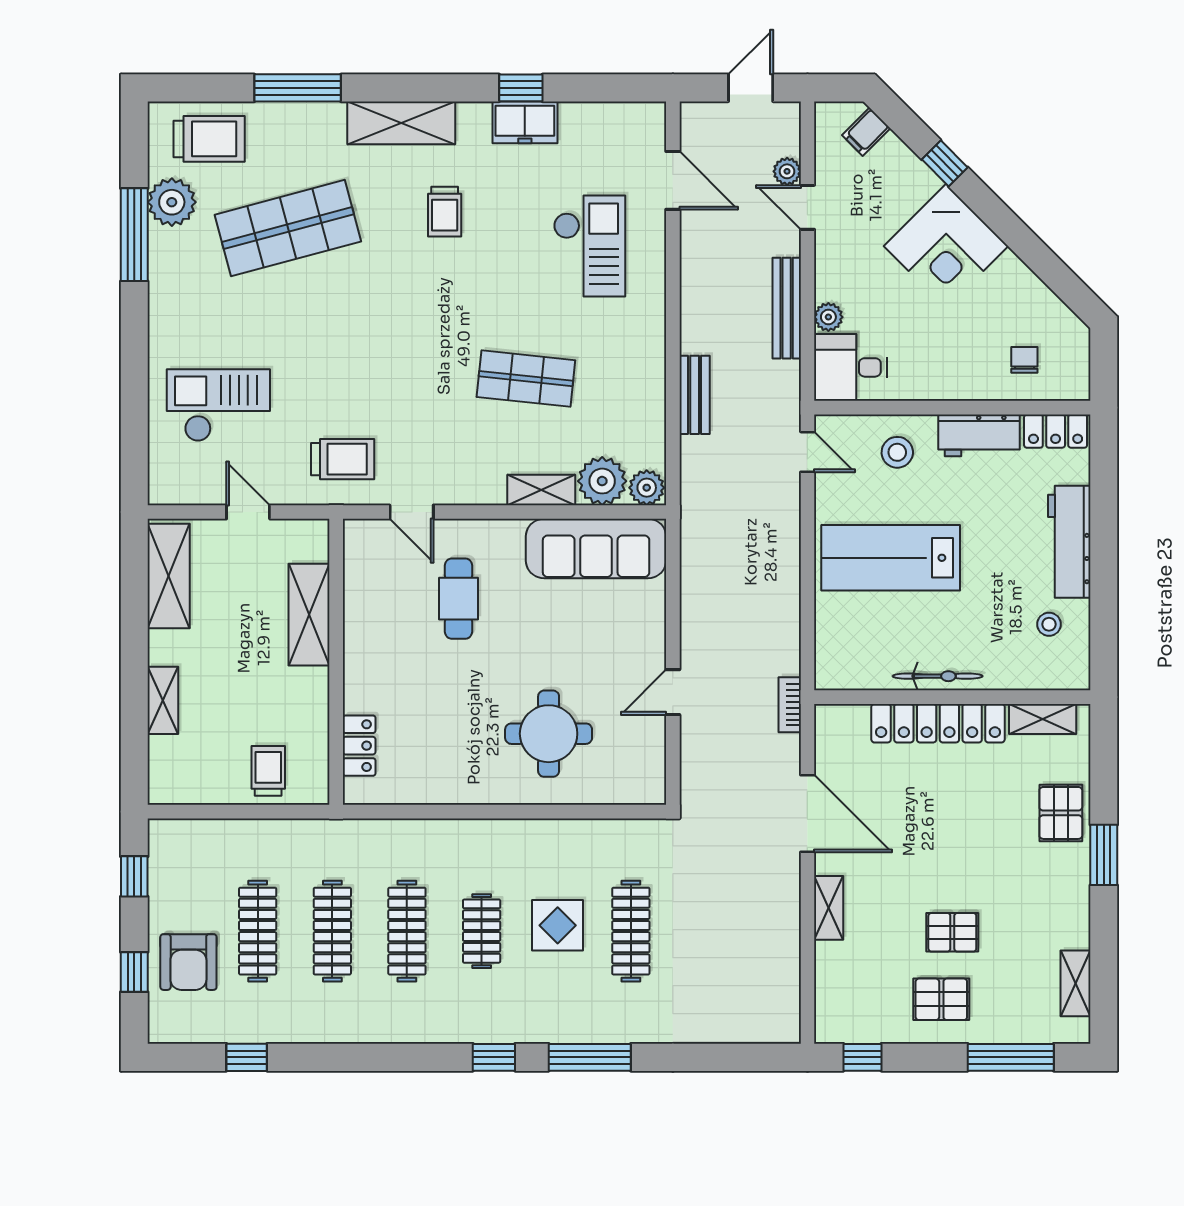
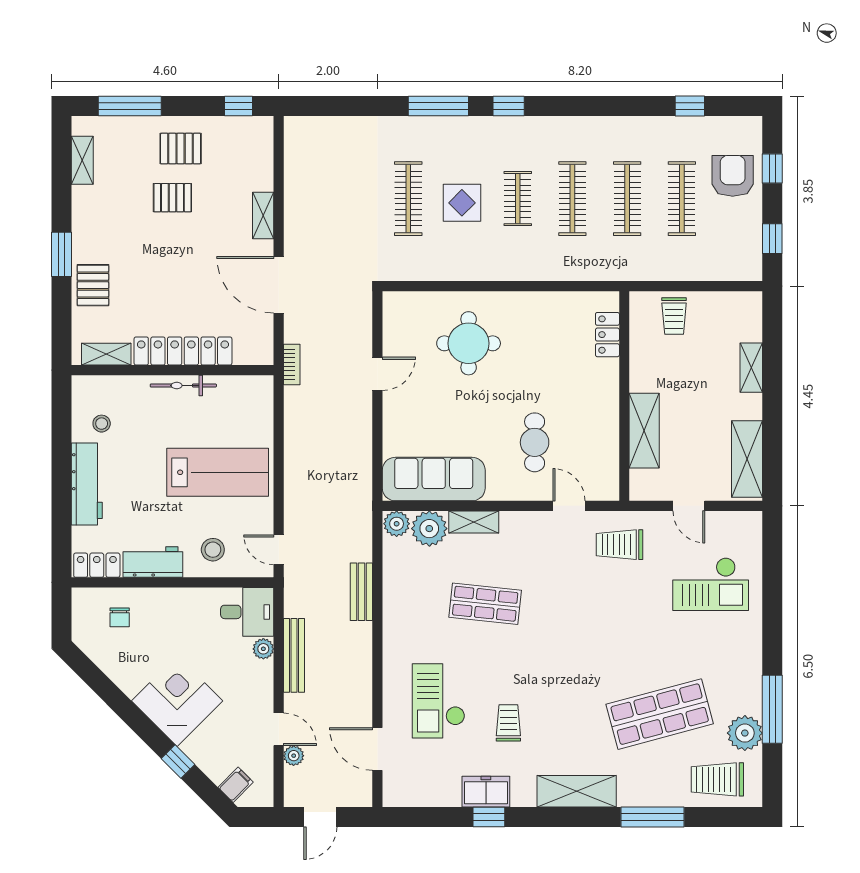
trolley: (445, 212) -> (508, 723), moved

